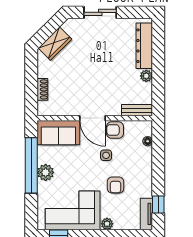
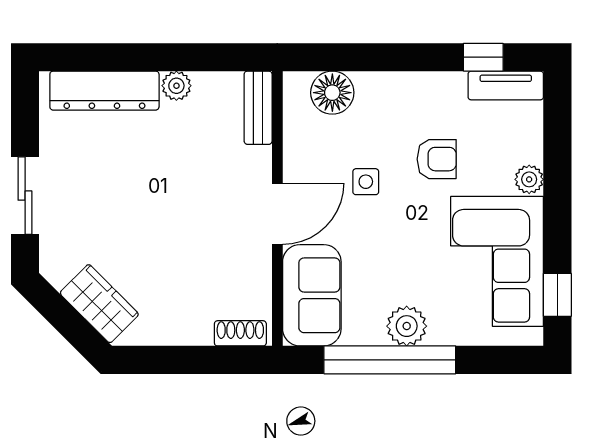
shoe rack: (42, 89) -> (240, 333), moved
armchair: (115, 130) -> (305, 160), removed
floor lamp: (148, 141) -> (332, 93), width x1.89, depth x1.89

